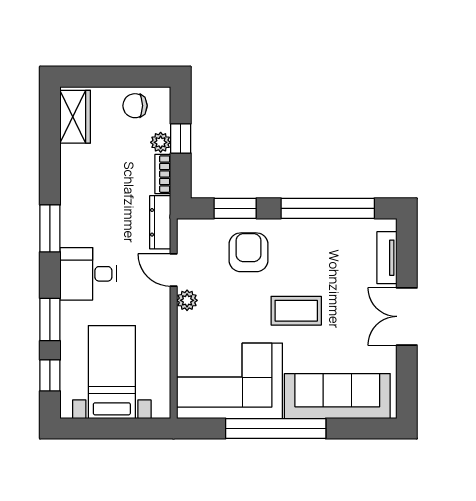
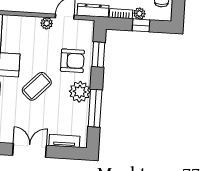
window: (328, 208) -> (95, 108), width x0.68
plant: (301, 237) -> (80, 92), added
coffee table: (296, 311) -> (37, 86), turned 44

